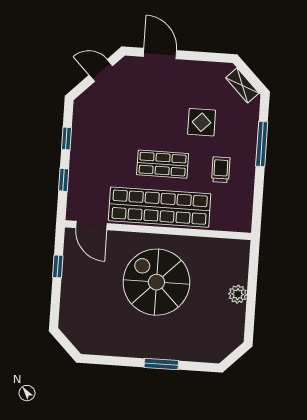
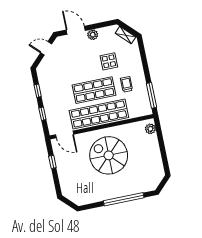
plant: (187, 69) -> (93, 35), added
window: (262, 144) -> (151, 95), moved
shop shelf: (163, 164) -> (94, 90), width x1.43, depth x1.36
plant: (238, 294) -> (150, 129), moved
window: (161, 364) -> (124, 199), width x2.11

